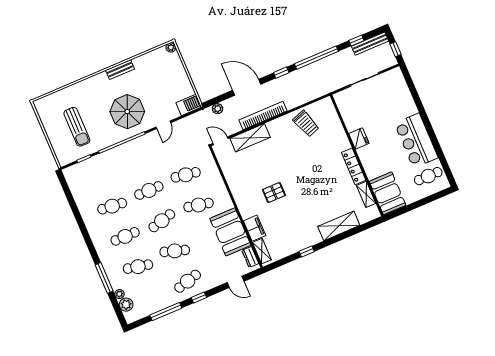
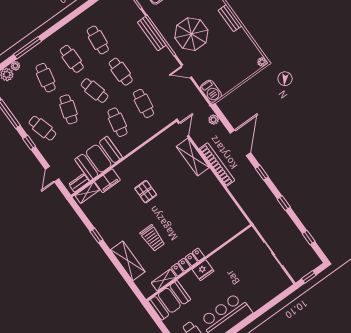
bench: (370, 44) -> (152, 34), moved
window: (316, 58) -> (284, 203), width x0.32
trolley: (306, 124) -> (153, 238), moved, turned -71
fridge: (359, 138) -> (203, 270), moved

